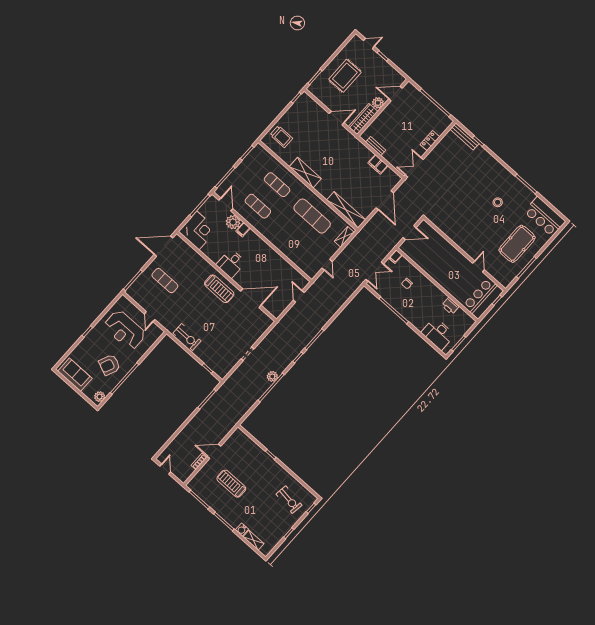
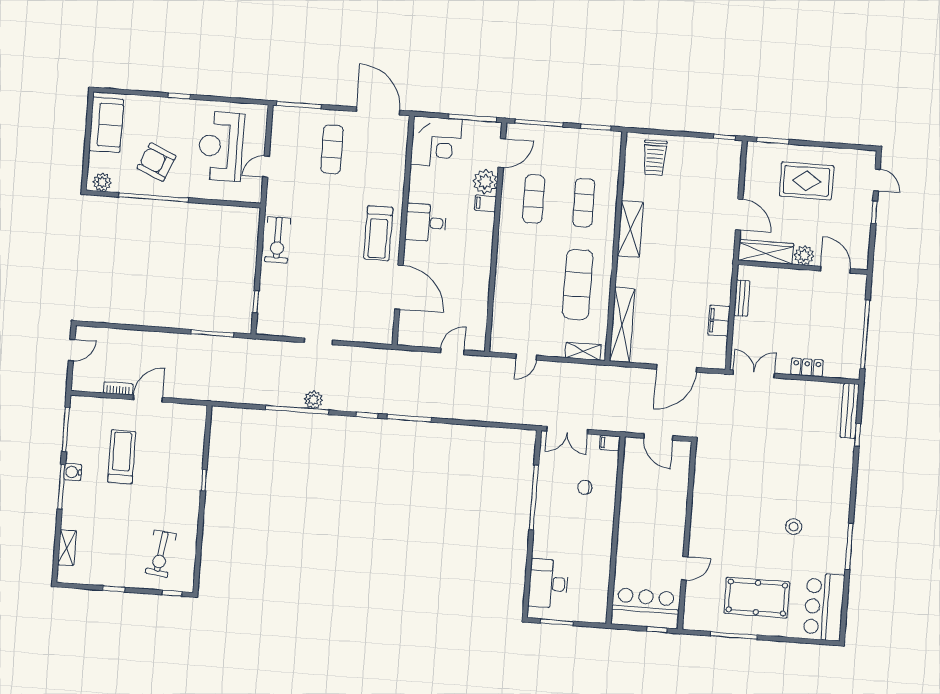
printer: (450, 306) -> (600, 571), removed
door: (214, 451) -> (148, 399), hinge flipped
water cooler: (242, 530) -> (73, 472), moved

